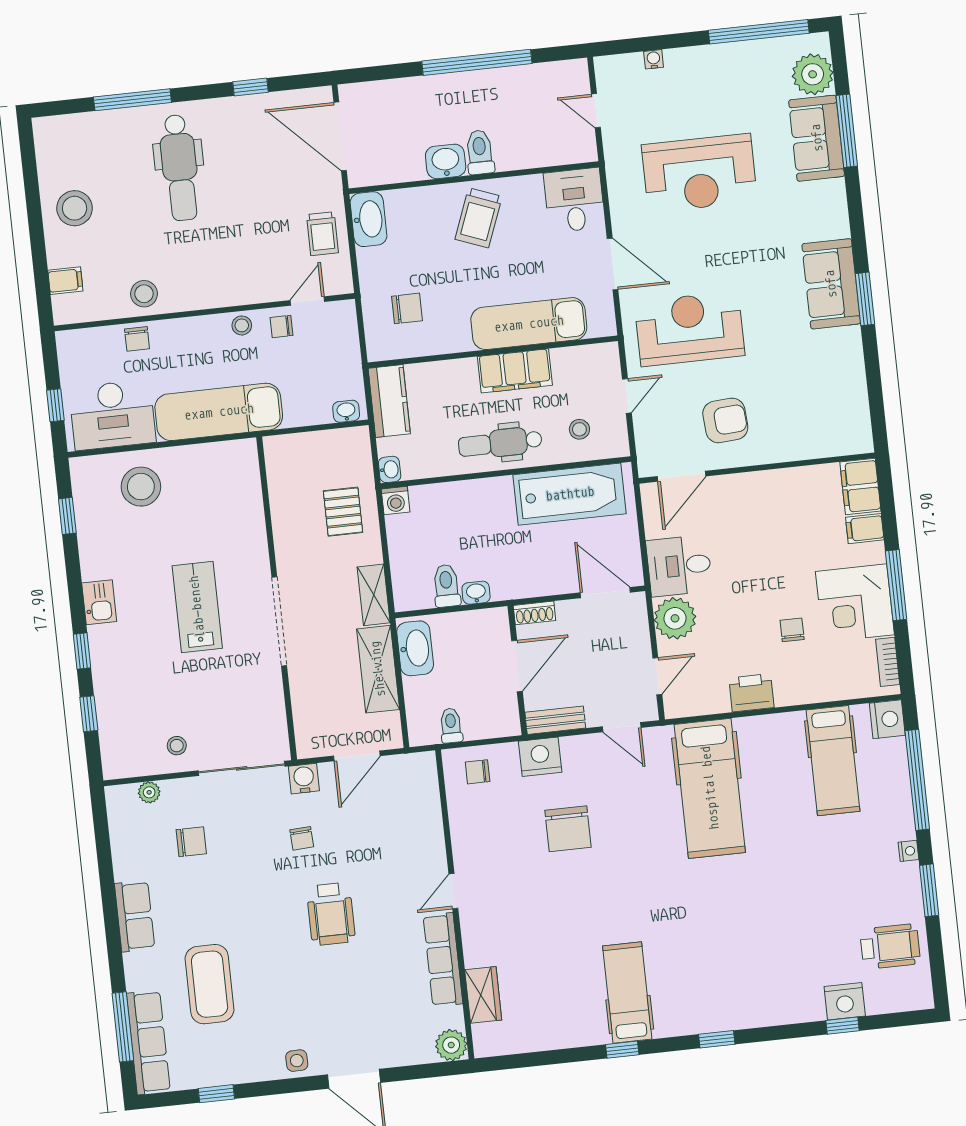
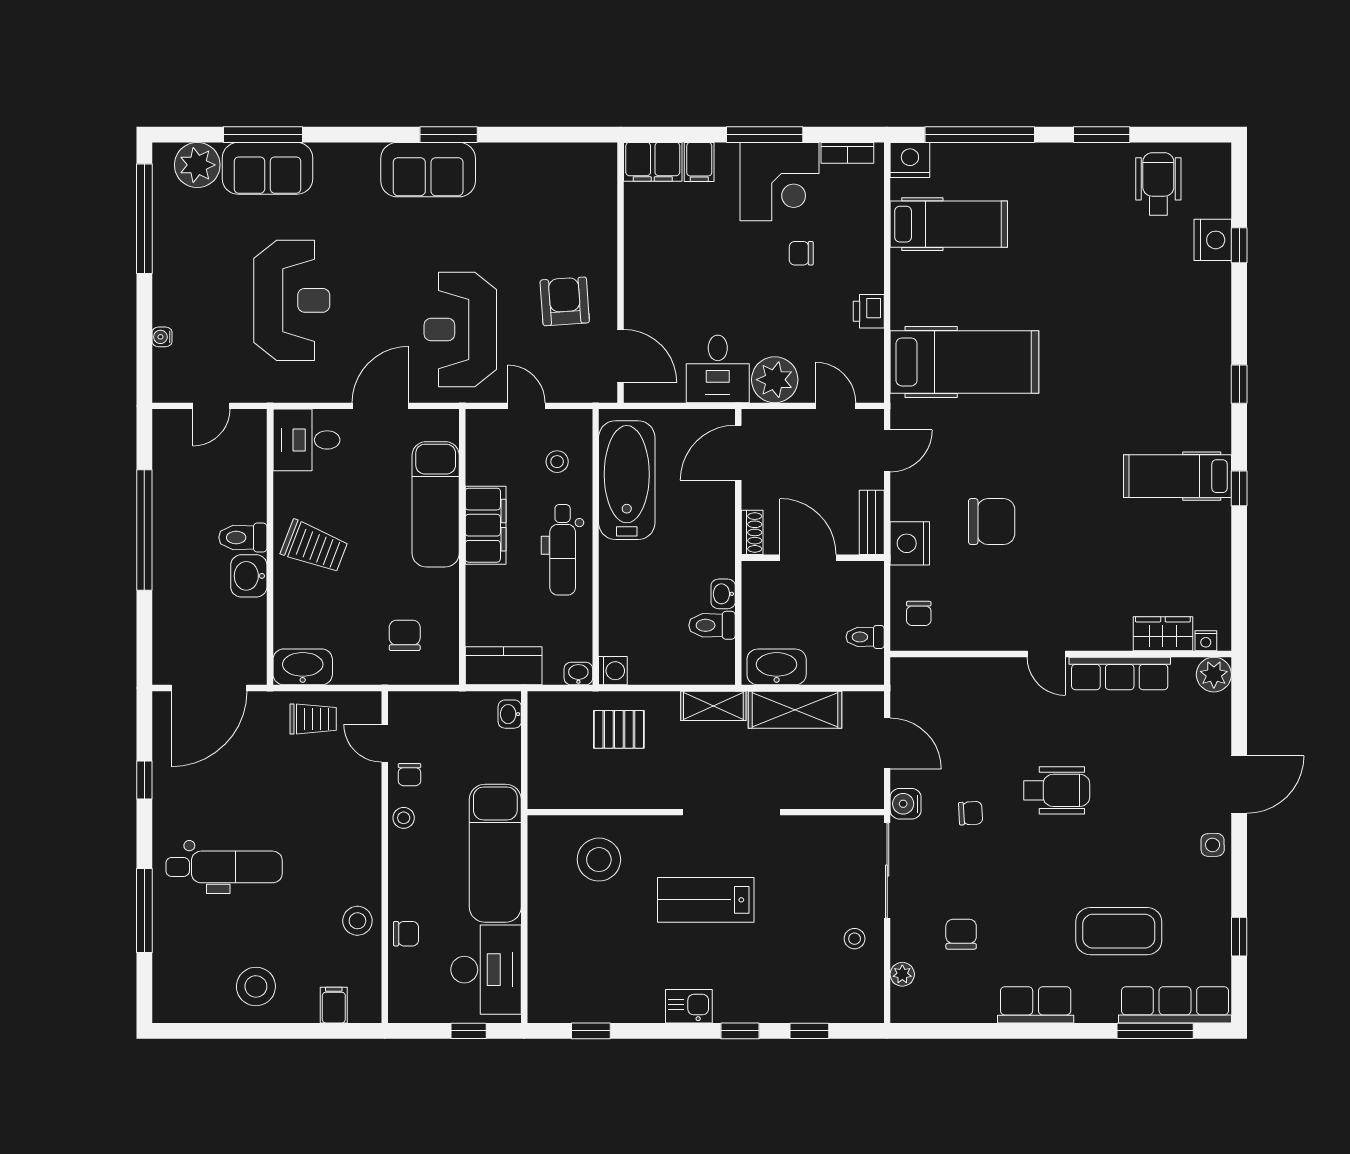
stool: (141, 487) -> (599, 860), moved
printer: (751, 693) -> (869, 311), width x0.73, depth x0.81
nightstand: (908, 851) -> (1206, 641), moved, turned 180

